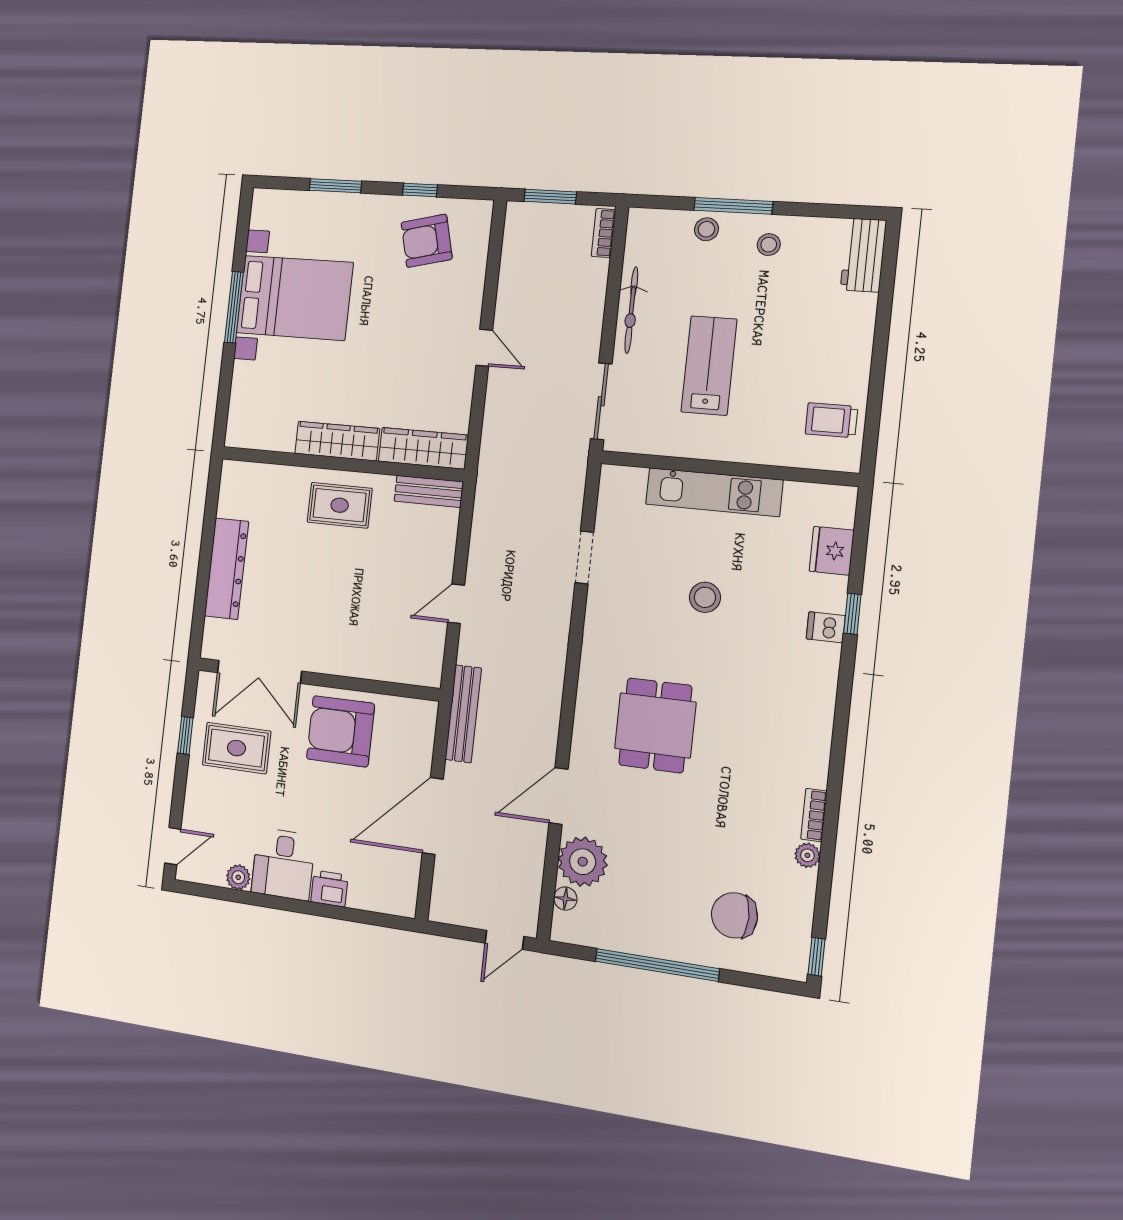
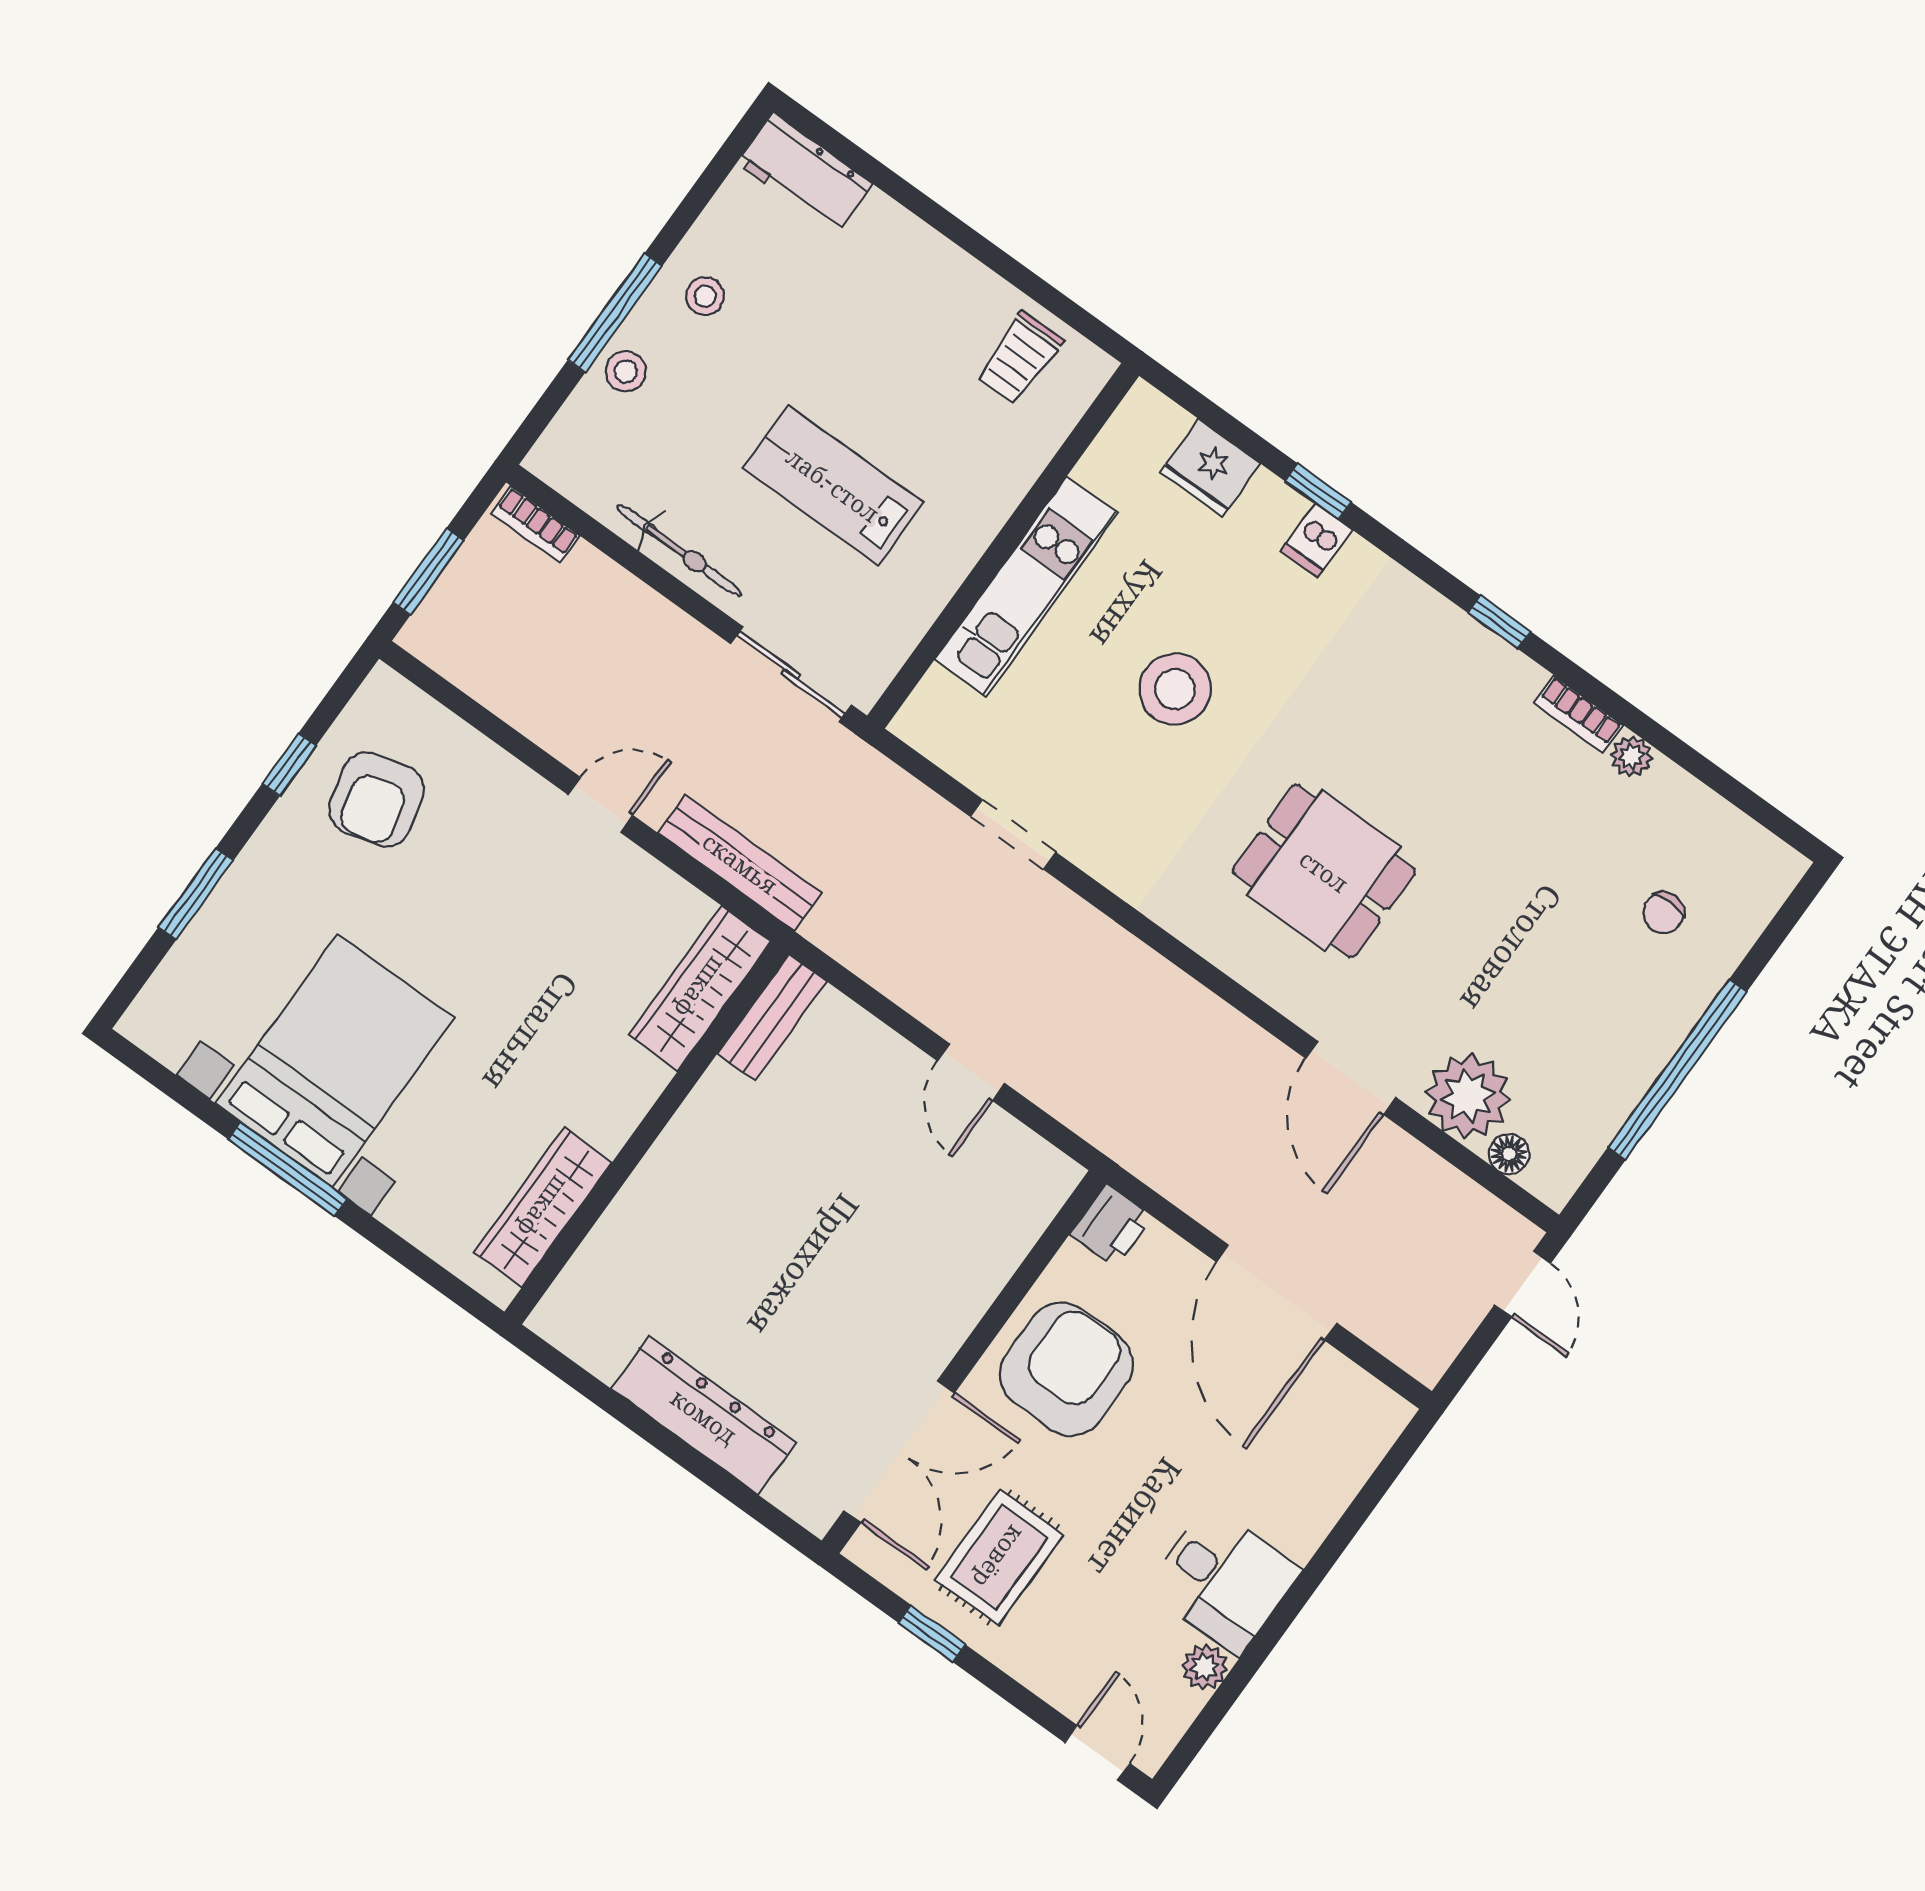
wardrobe: (337, 441) -> (543, 1207), moved
rug: (340, 505) -> (710, 1172), removed
stool: (705, 597) -> (1175, 689), width x1.38, depth x1.38
bench: (463, 714) -> (740, 863), moved
armchair: (340, 731) -> (1066, 1369), turned 180
printer: (329, 889) -> (1111, 1226), moved, turned 180
chair: (734, 915) -> (1663, 913), width x0.54, depth x0.54
window: (817, 957) -> (1499, 622), moved

